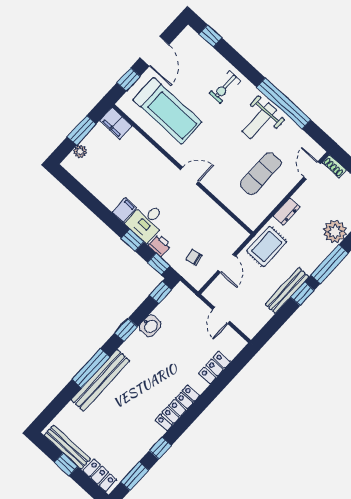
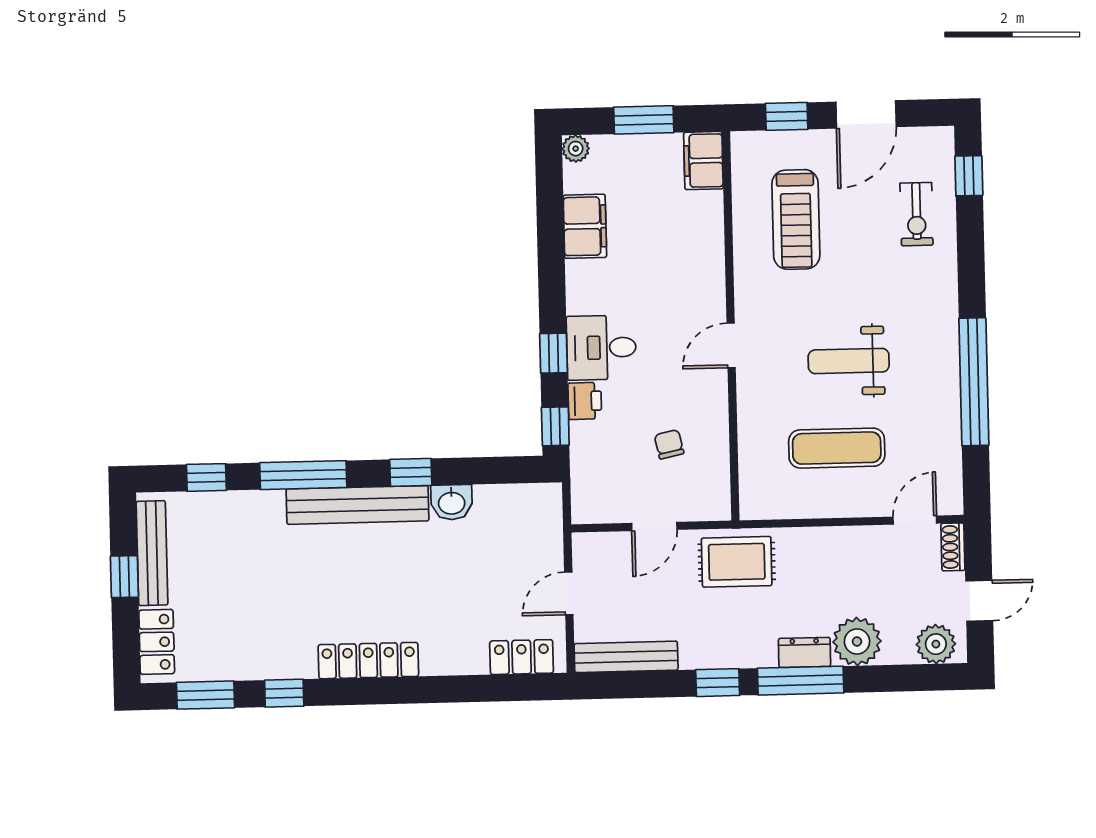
exercise bike: (225, 87) -> (916, 214), moved, turned -90
treadmill: (167, 111) -> (796, 219), width x0.73, depth x0.73
weight bench: (259, 121) -> (849, 361), moved
plant: (80, 151) -> (576, 149), moved
door: (190, 176) -> (731, 345), swing flipped
filing cabinet: (124, 210) -> (585, 226), moved, width x2.00
dresser: (287, 212) -> (804, 652), moved, turned 180
chair: (194, 257) -> (669, 444), moved
bench: (287, 290) -> (626, 657), moved
window: (160, 293) -> (206, 477), moved
locker: (214, 368) -> (522, 657), moved
bench: (100, 380) -> (357, 505), moved

